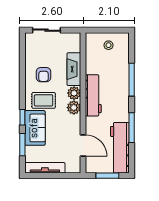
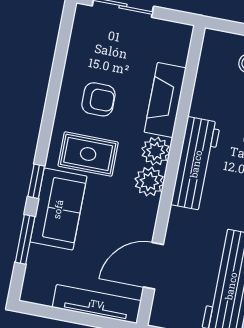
armchair: (44, 75) -> (98, 99), turned -90
door: (83, 145) -> (153, 266), swing flipped
tv unit: (45, 168) -> (97, 304), moved

